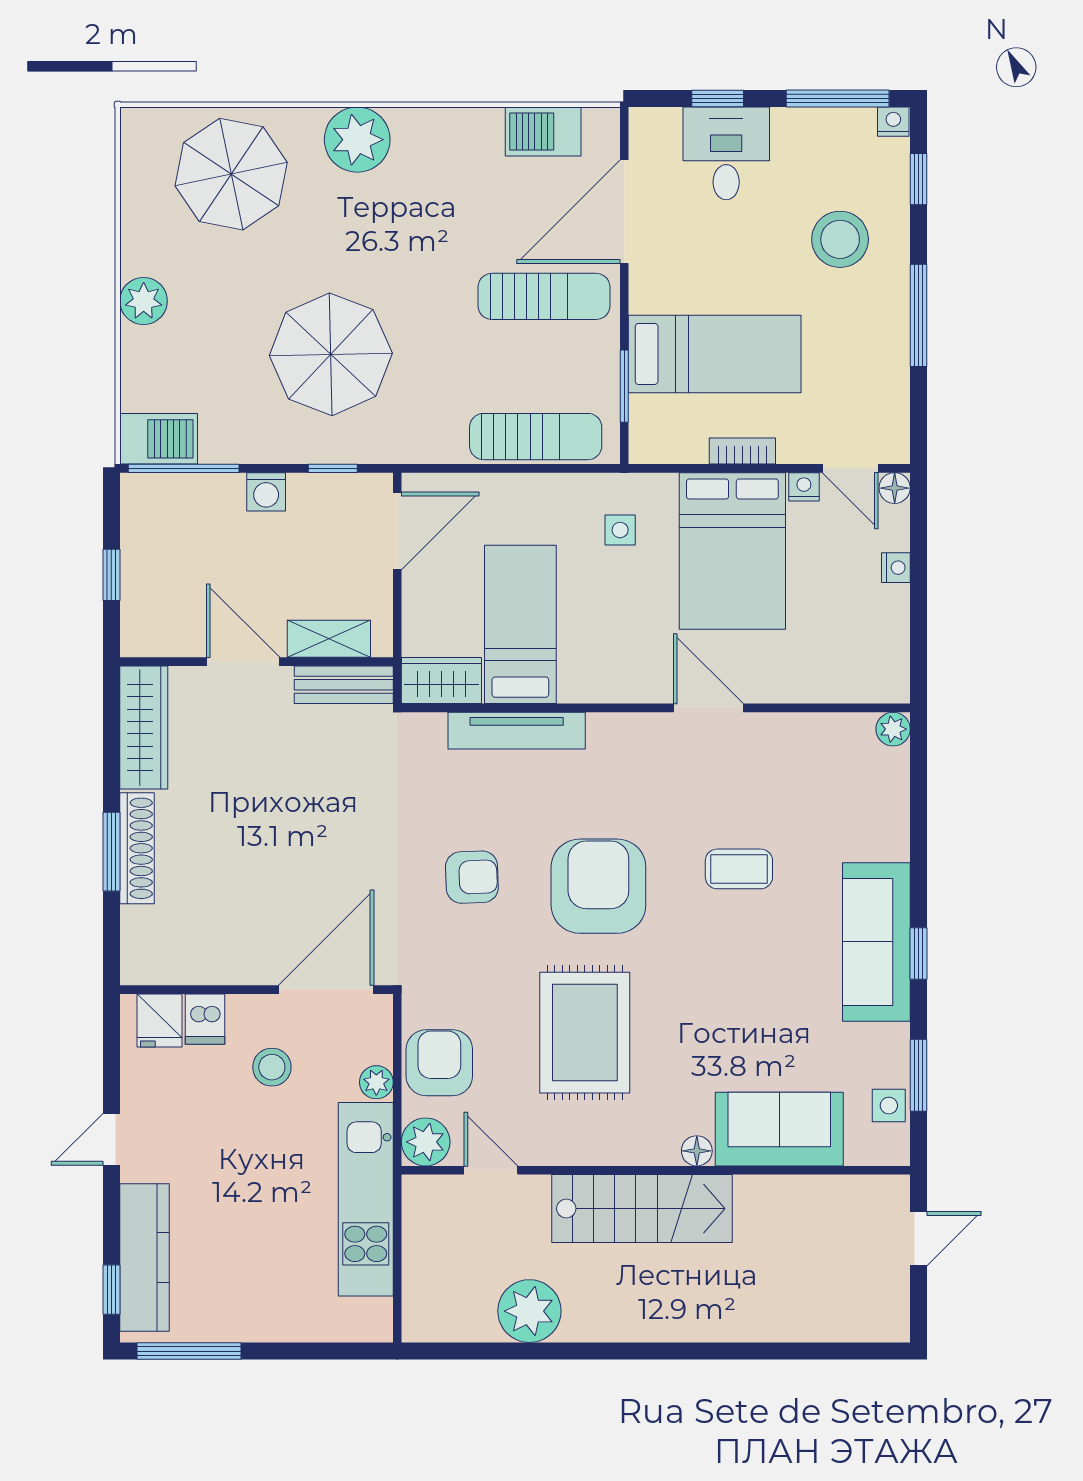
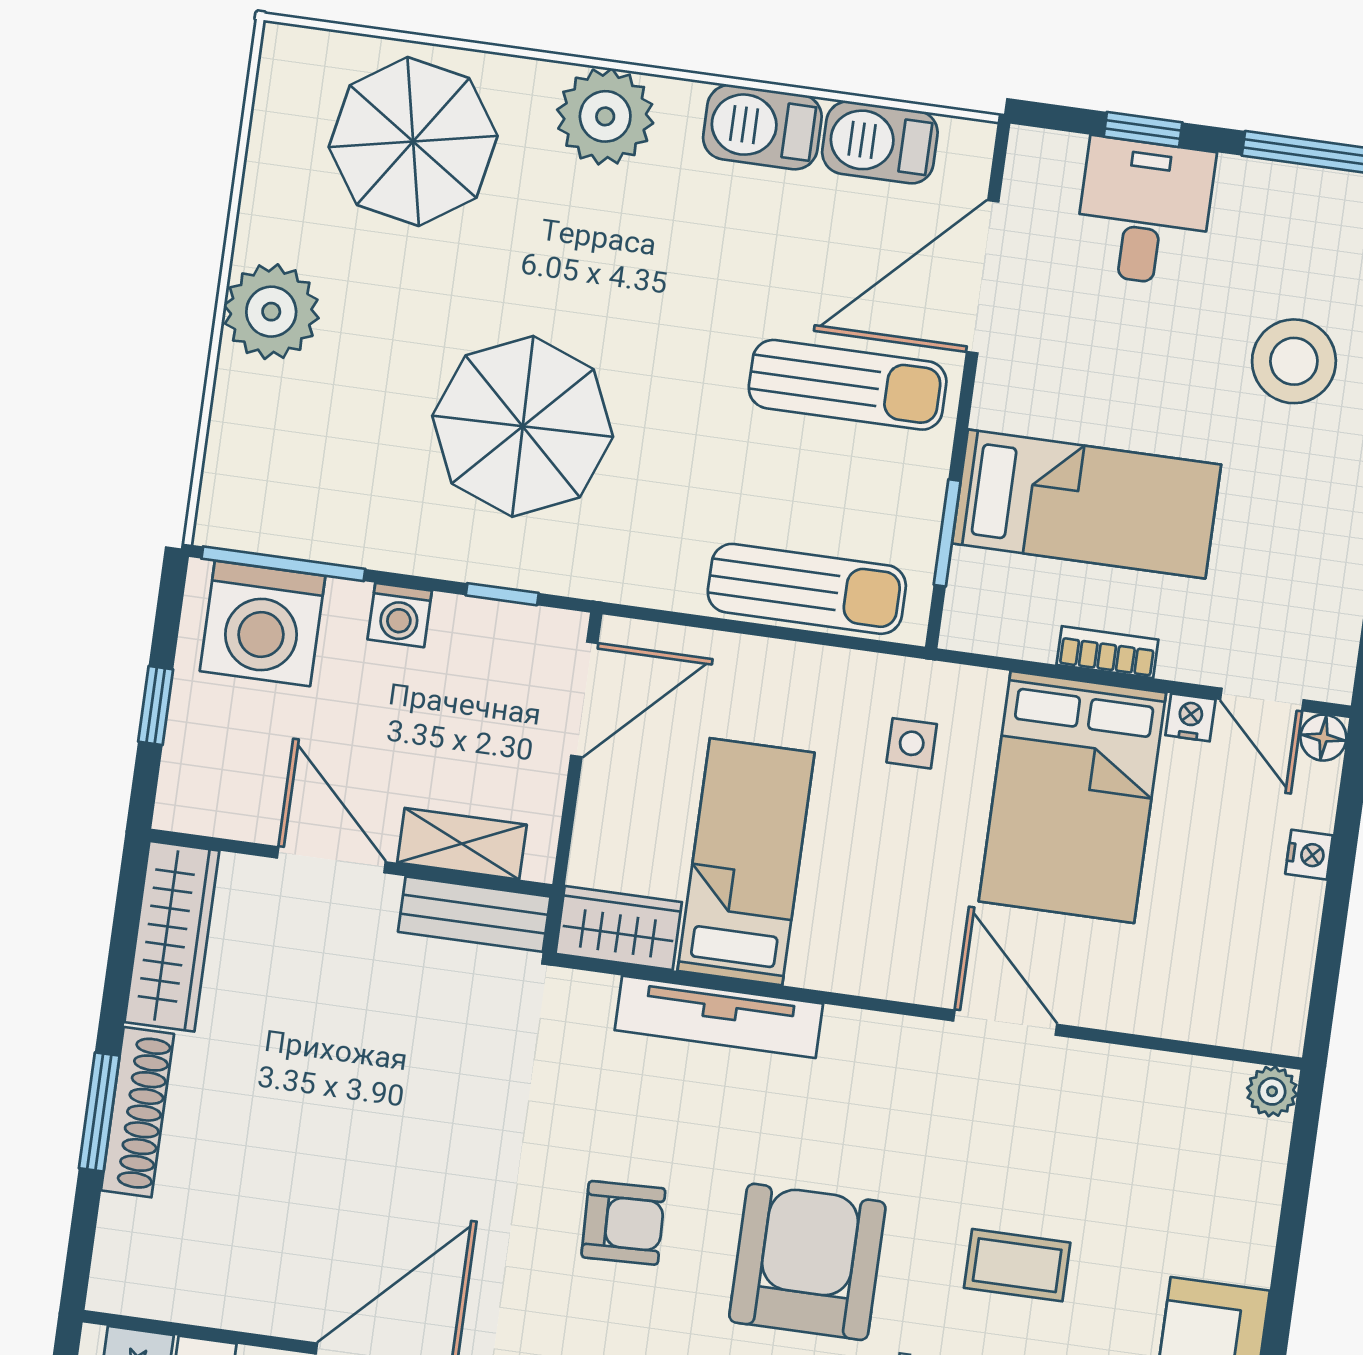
plant: (144, 301) -> (271, 312), width x1.36, depth x1.36
barbecue: (159, 439) -> (762, 127), moved, turned 180
washing machine: (175, 510) -> (263, 623), added

